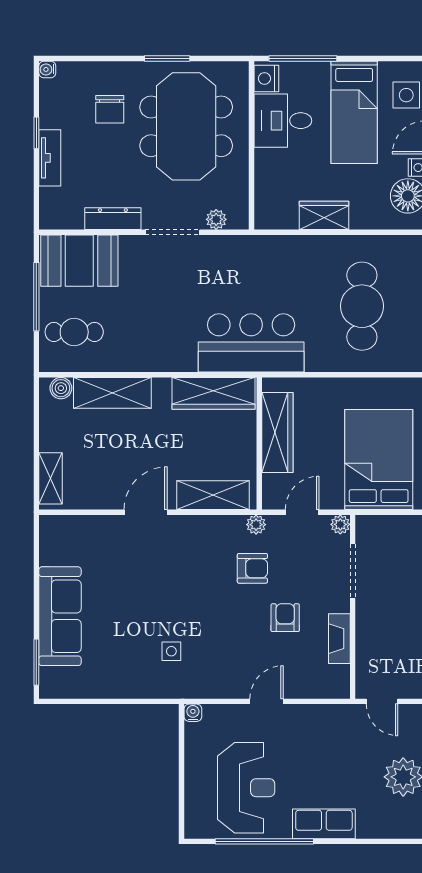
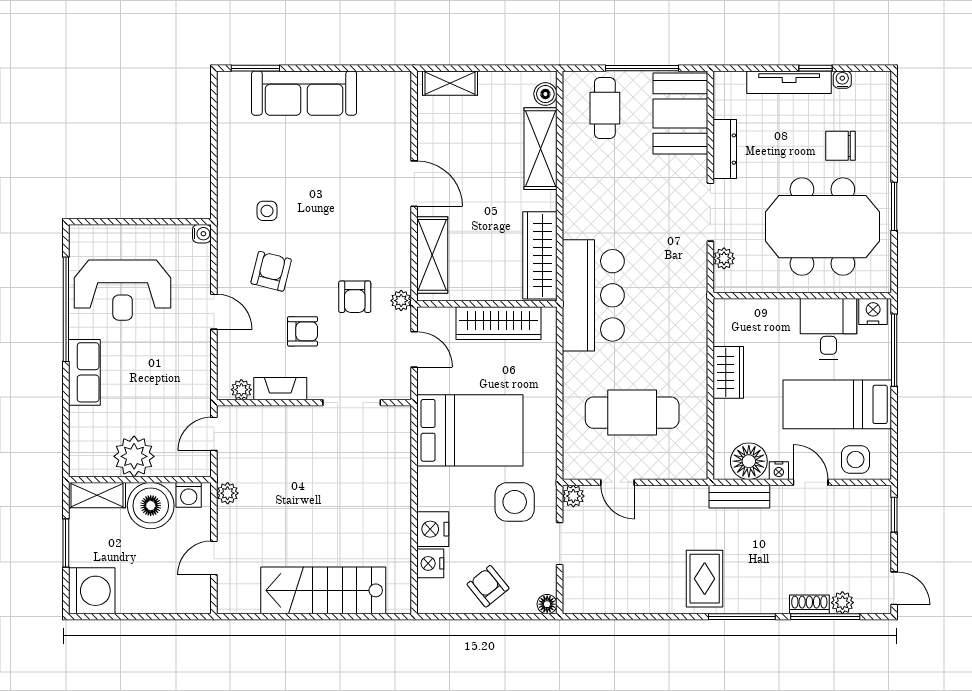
water cooler: (47, 69) -> (842, 80), moved
tv unit: (50, 158) -> (789, 82), width x1.41
plant: (340, 524) -> (241, 390), moved
armchair: (228, 647) -> (271, 271), added

